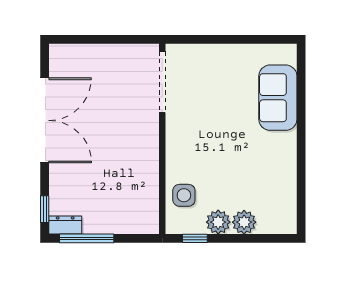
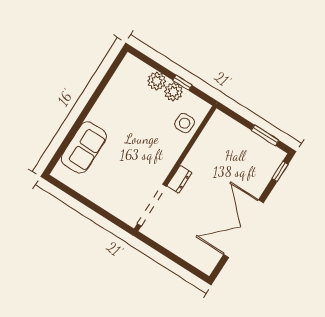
dresser: (65, 225) -> (180, 179), moved, turned -90
window: (87, 238) -> (265, 135), width x0.69
window: (195, 238) -> (183, 83), moved

